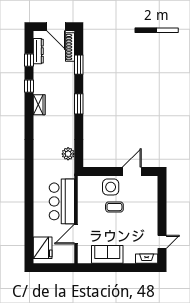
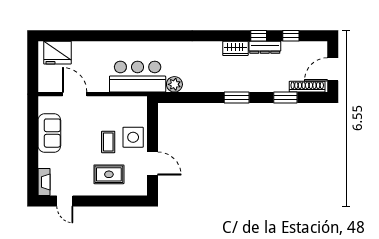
dresser: (38, 51) -> (265, 47), moved
bar counter: (62, 201) -> (138, 77), moved
rug: (140, 206) -> (109, 174), added

